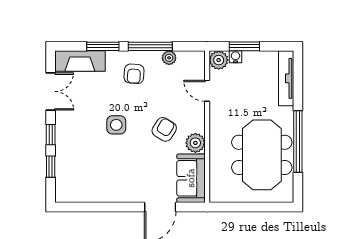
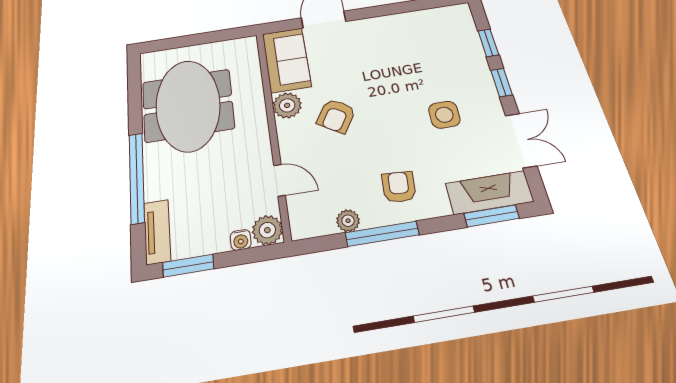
window: (103, 46) -> (492, 216), moved
window: (244, 46) -> (188, 266), moved
tv unit: (286, 78) -> (157, 232), width x0.71
double door: (51, 91) -> (521, 140), swing flipped
side table: (116, 125) -> (444, 115), moved
window: (298, 141) -> (137, 178), moved

